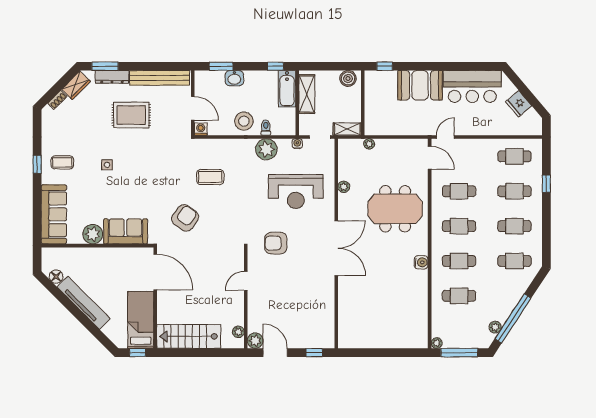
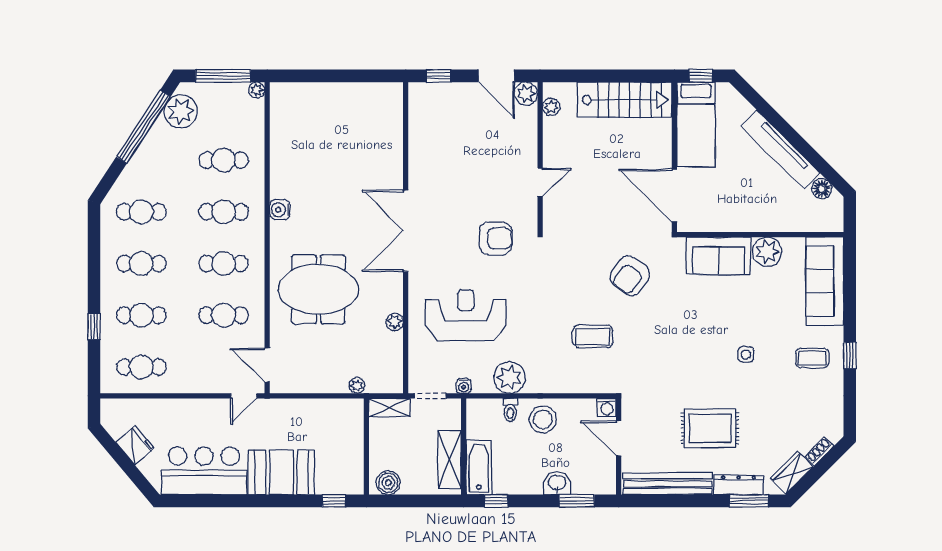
plant: (495, 327) -> (181, 111), width x1.88, depth x1.88

